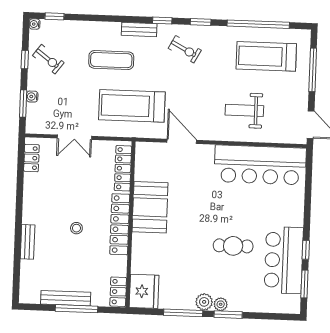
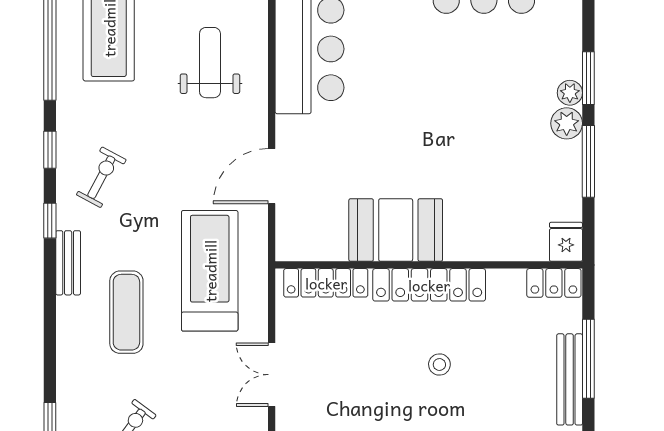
treadmill: (132, 106) -> (210, 271), turned 180
weight bench: (244, 110) -> (210, 63), turned 180
double door: (74, 137) -> (272, 375), swing flipped
cafe table: (233, 246) -> (461, 74), removed
fridge: (144, 291) -> (566, 242), width x0.53, depth x0.75

